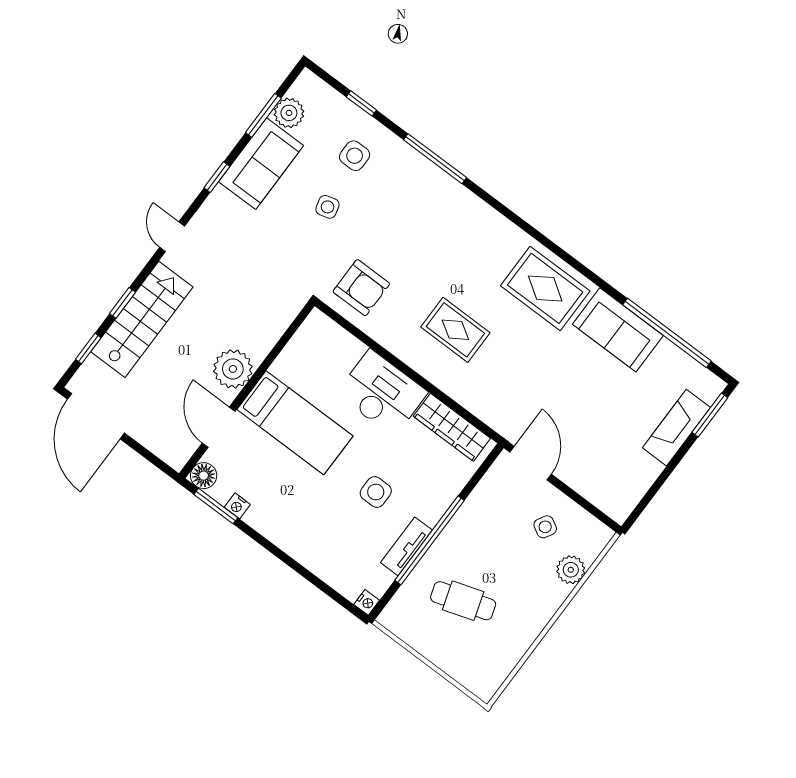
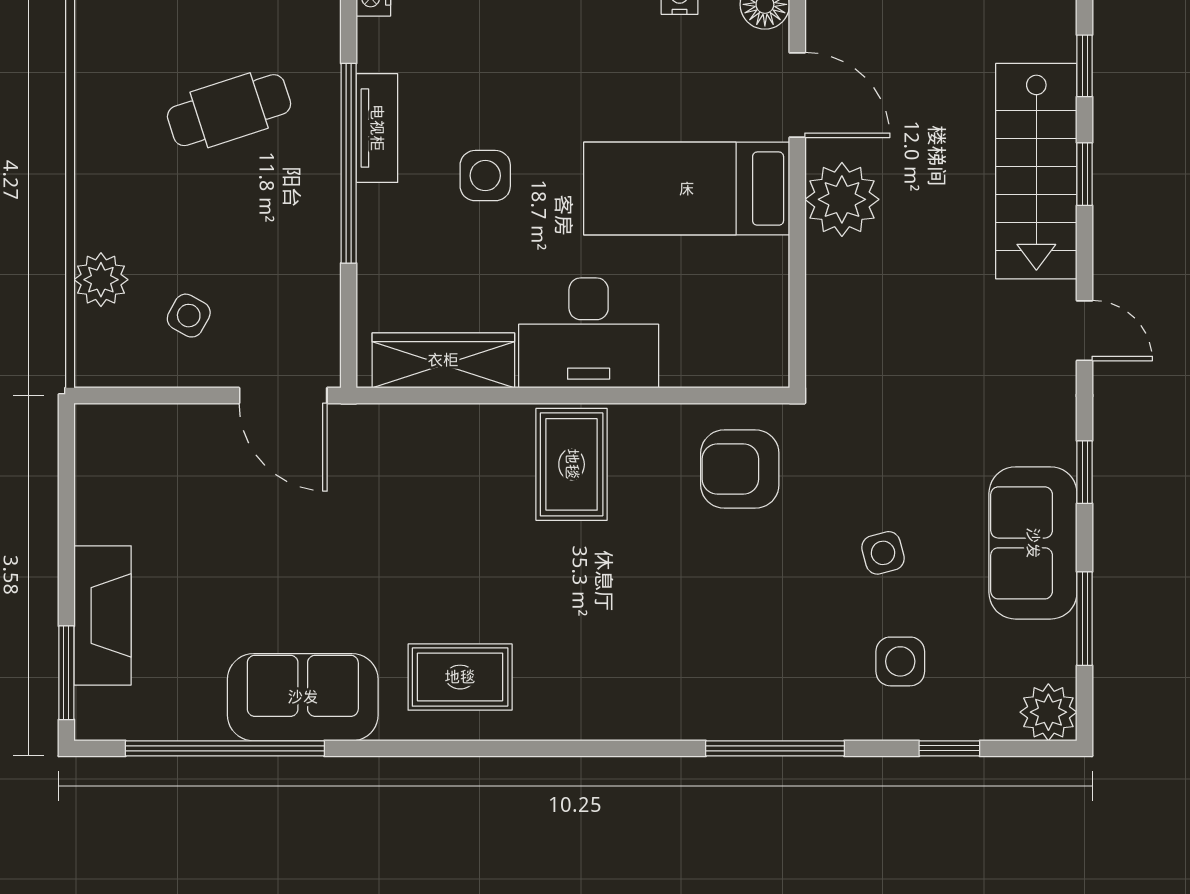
plant: (289, 113) -> (1048, 712), moved
rug: (545, 288) -> (460, 677), width x0.73, depth x0.70
rug: (455, 330) -> (572, 464), moved, turned 90

